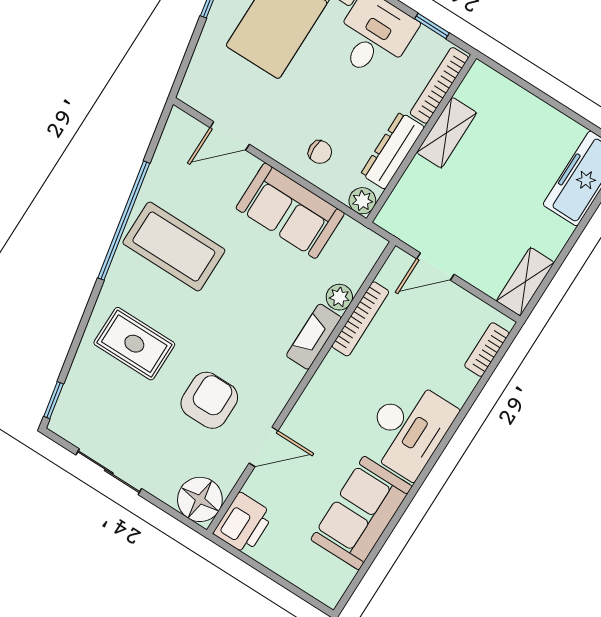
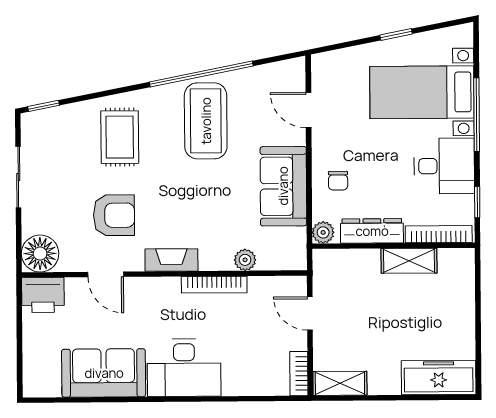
bookcase: (360, 319) -> (214, 285), moved
fireplace: (314, 337) -> (171, 260), moved
bookcase: (487, 350) -> (299, 374), moved, turned -90

